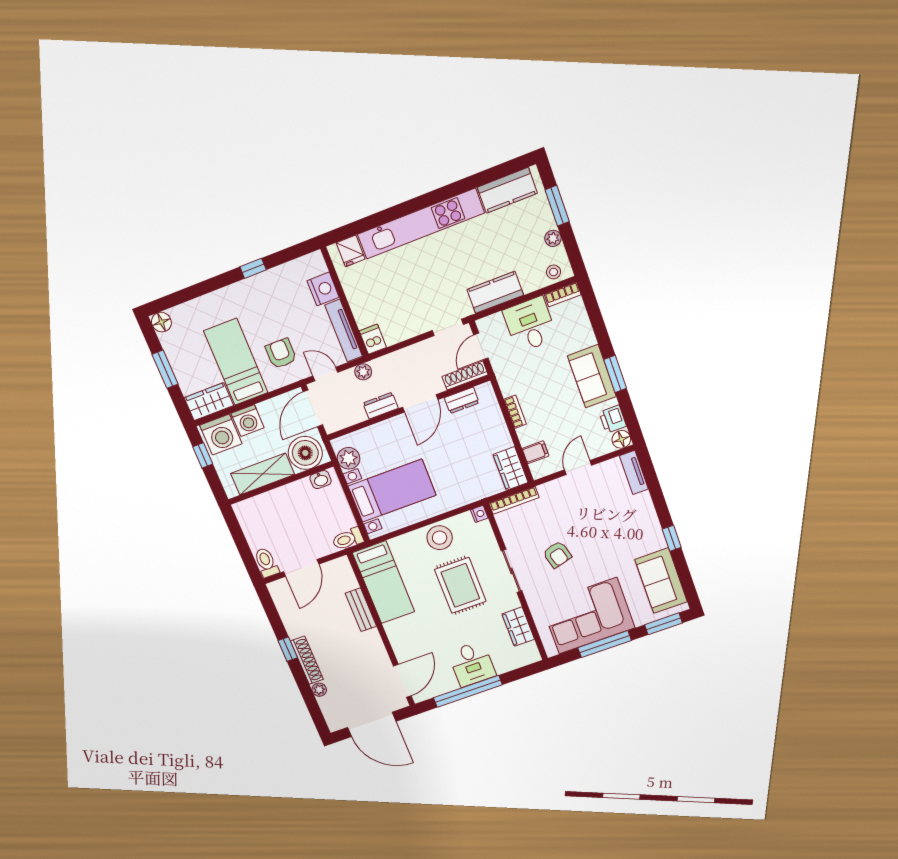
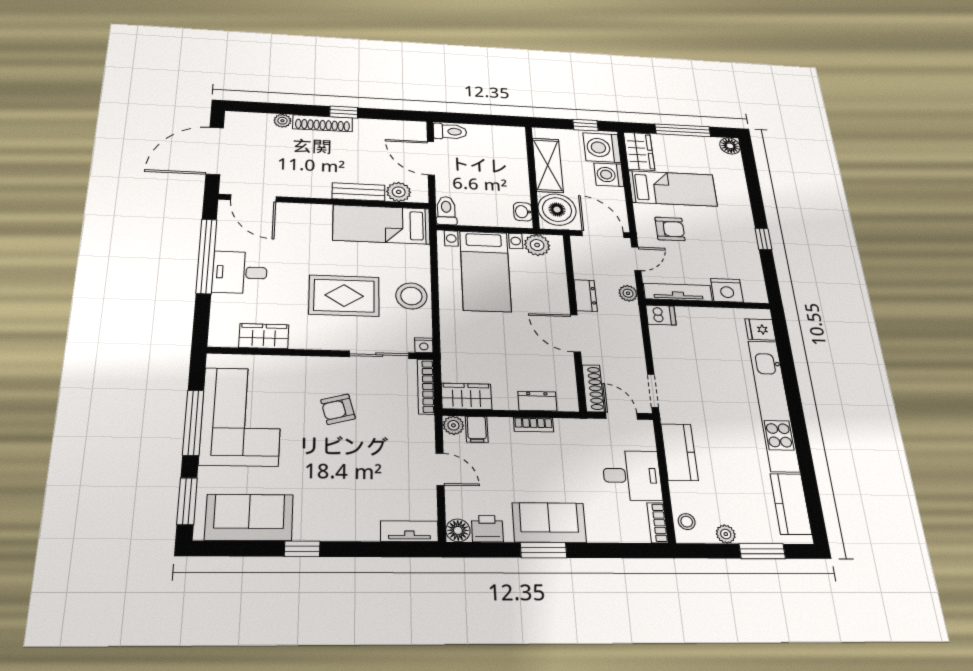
window: (165, 369) -> (683, 130), width x1.44
dresser: (462, 400) -> (537, 401), moved, turned 90
plant: (539, 470) -> (453, 425), added
sliding door: (512, 571) -> (379, 355), moved
plant: (347, 581) -> (399, 192), added

